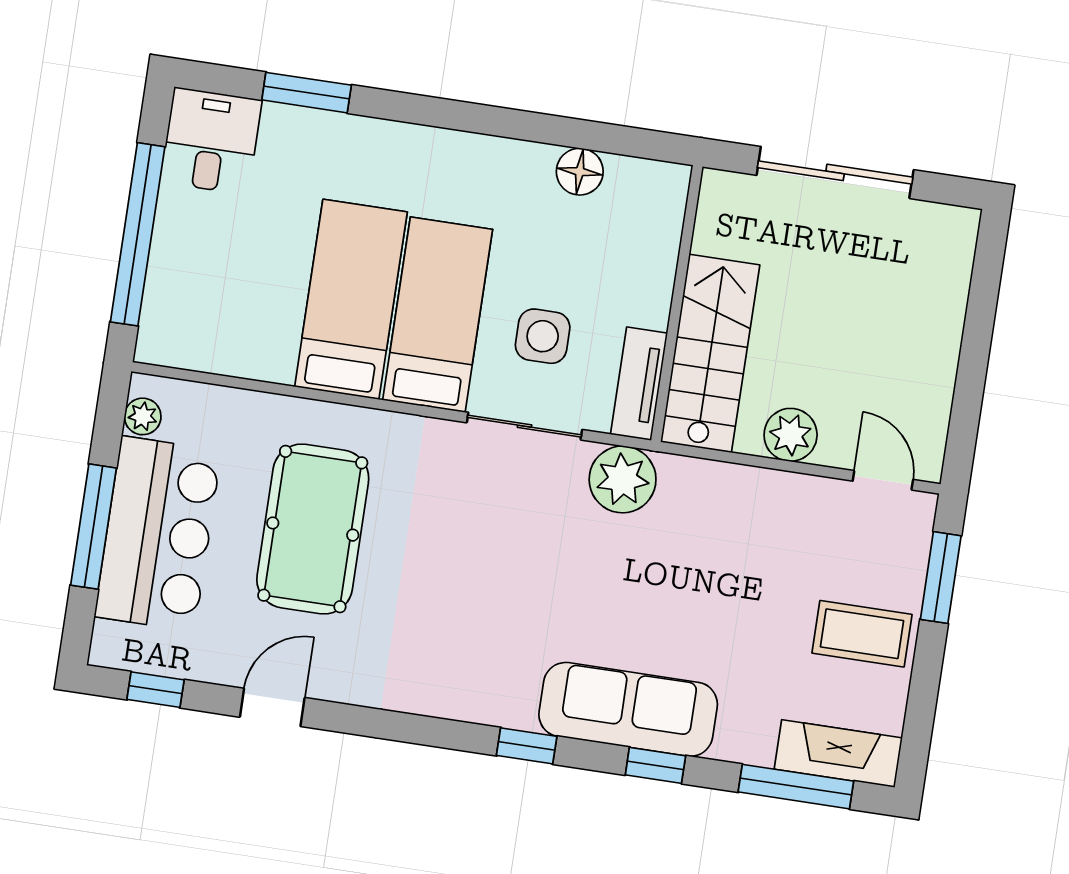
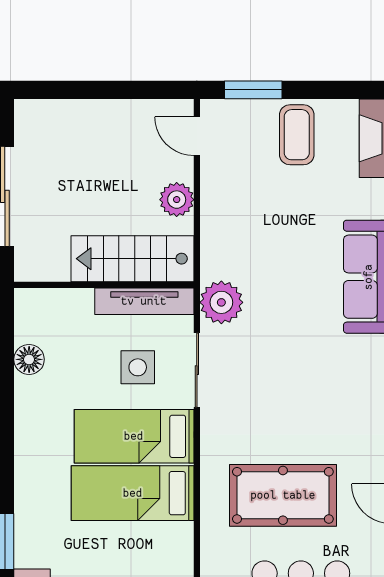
tv unit: (639, 384) -> (144, 301), width x1.41
door: (883, 480) -> (197, 136), hinge flipped

